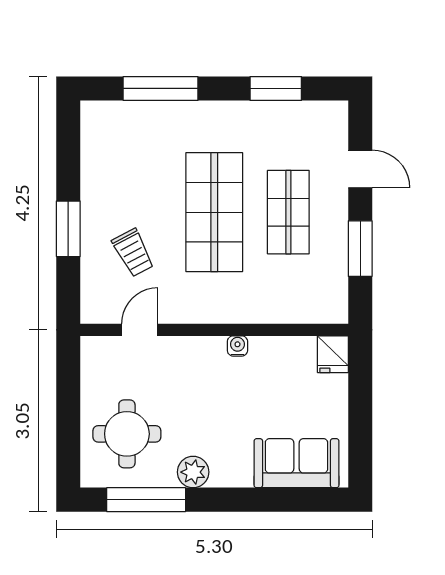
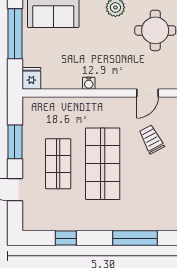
window: (276, 88) -> (66, 238), width x0.67
window: (360, 428) -> (15, 34), added

